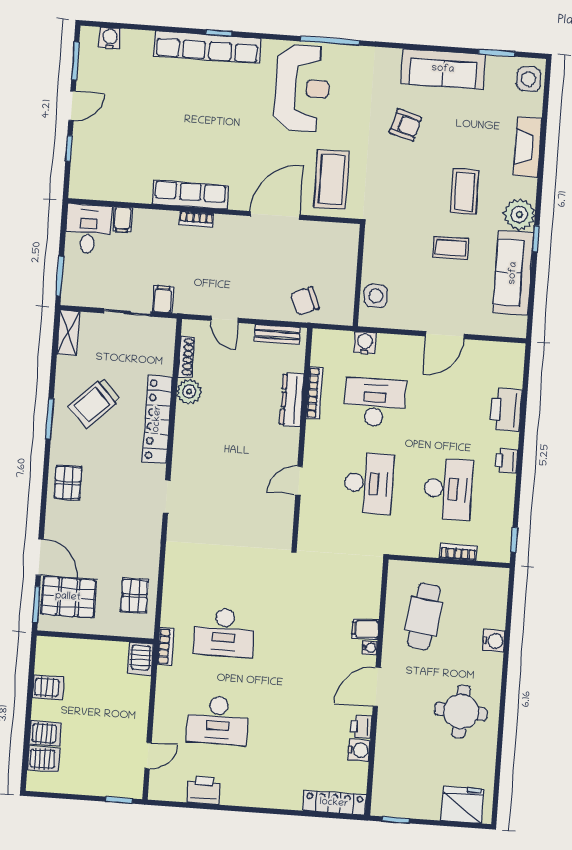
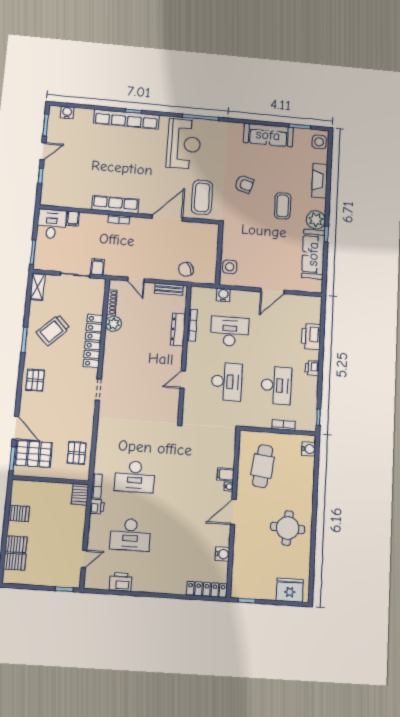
armchair: (406, 125) -> (244, 184), moved
coffee table: (451, 248) -> (275, 239), removed
water cooler: (494, 641) -> (309, 449), moved
printer: (361, 727) -> (97, 507), moved, turned 180

